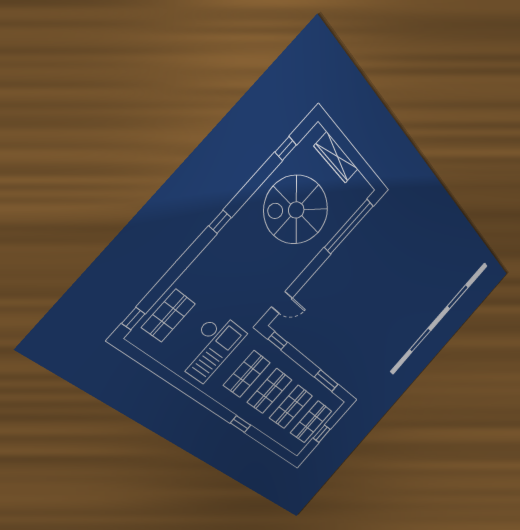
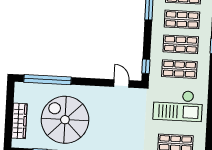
spiral stairs: (296, 210) -> (65, 120), turned 180
checkout: (210, 347) -> (178, 105), turned 180

